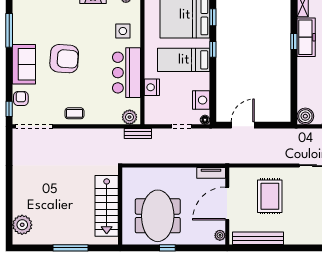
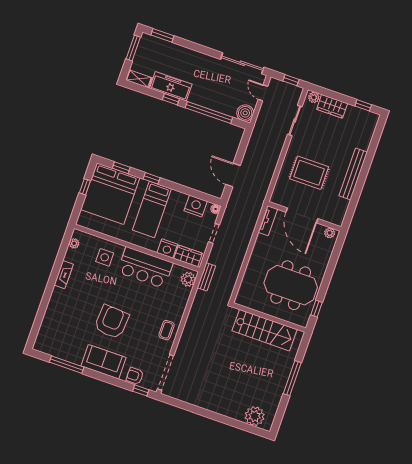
window: (294, 82) -> (209, 113), added
wardrobe: (152, 109) -> (188, 256), added
bench: (258, 238) -> (353, 174), moved
window: (167, 248) -> (316, 309), moved

